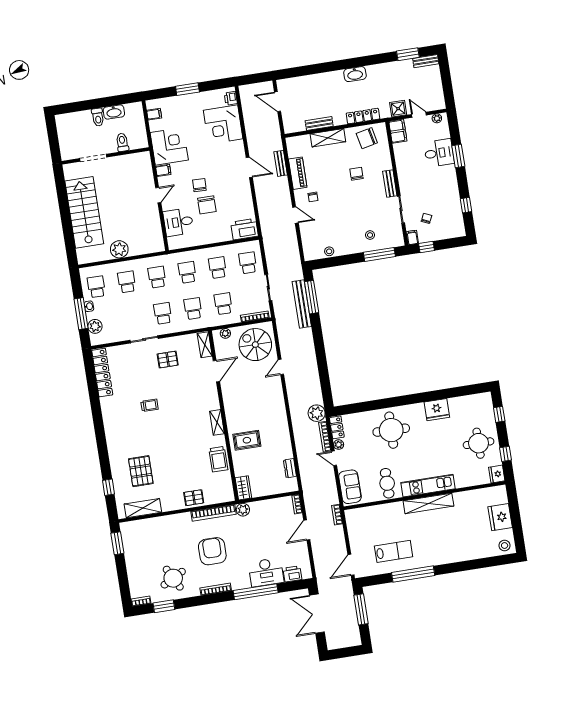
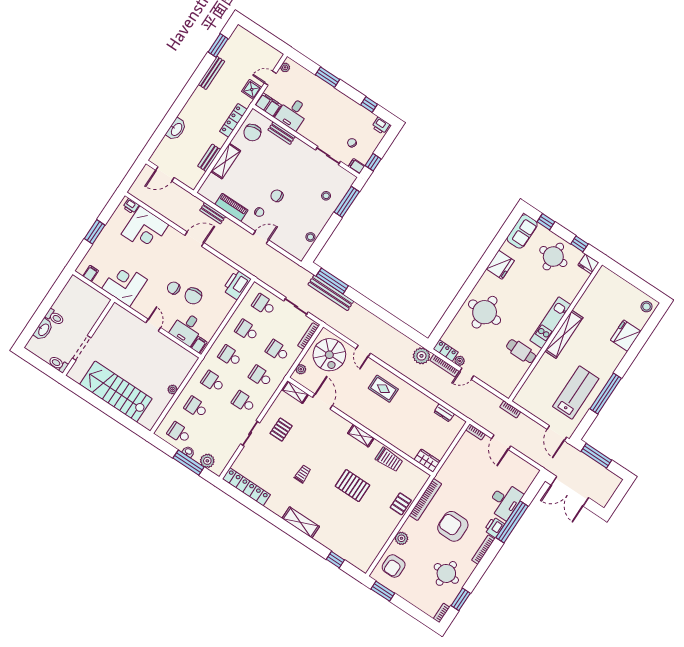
bench: (426, 61) -> (211, 73), moved, width x1.36
washbasin: (355, 74) -> (176, 129), moved
washbasin: (114, 112) -> (43, 330), moved
toilet: (122, 142) -> (58, 364), moved
desk: (439, 153) -> (292, 113), moved, turned 180
filing cabinet: (163, 170) -> (199, 345), moved
chair: (356, 174) -> (277, 196), moved
bench: (390, 184) -> (282, 133), moved
chair: (207, 205) -> (193, 296), turned 82
printer: (458, 228) -> (381, 126), added
plant: (119, 249) -> (173, 390), width x0.53, depth x0.53
spiral stairs: (255, 345) -> (329, 355), turned -90
rug: (247, 440) -> (383, 389), moved, turned 90
pallet: (141, 471) -> (352, 486), moved
sofa: (350, 487) -> (522, 231), moved, turned 90
shelving: (143, 508) -> (301, 522), moved, turned 90
plant: (243, 510) -> (401, 538), moved
fridge: (500, 517) -> (626, 336), moved, turned 90
armchair: (143, 534) -> (394, 566), added
lab bench: (394, 551) -> (576, 393), width x1.36, depth x1.39
printer: (292, 574) -> (494, 527), moved
round table: (173, 578) -> (446, 573), turned 32

